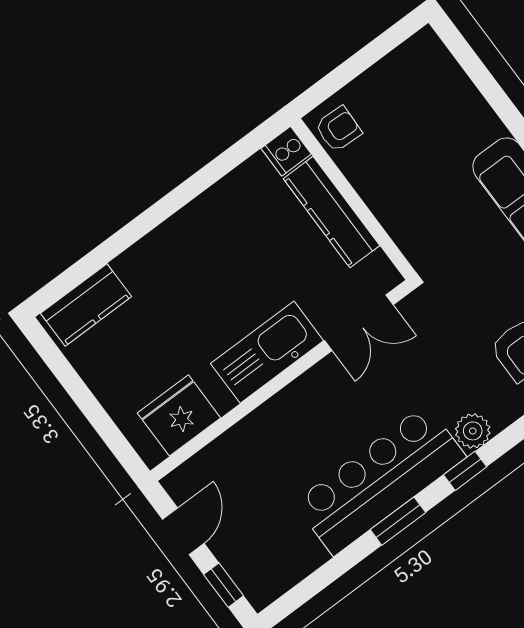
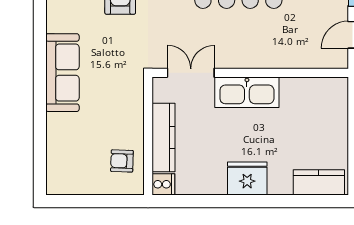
armchair: (338, 129) -> (122, 161), moved
fridge: (179, 415) -> (247, 178), moved, turned 180

